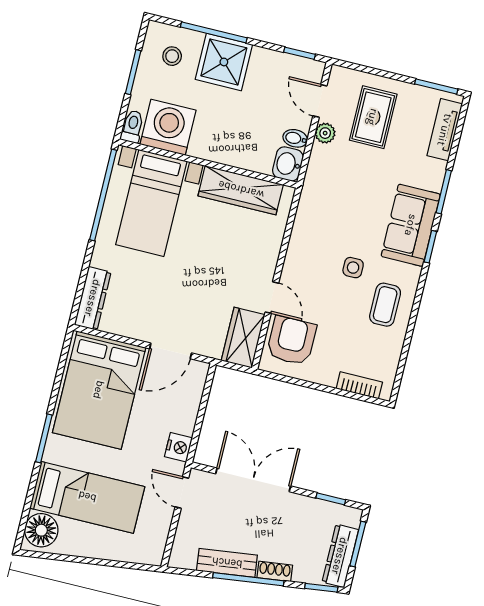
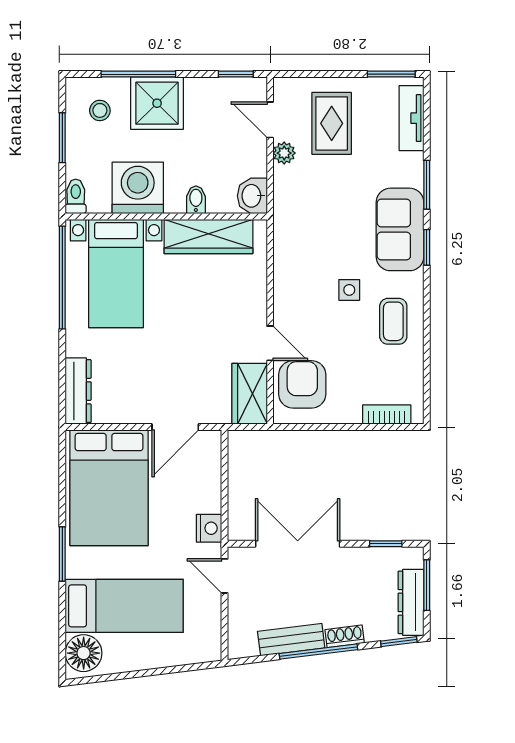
washing machine: (168, 127) -> (138, 188), moved
bidet: (295, 138) -> (196, 200), moved, turned 90

